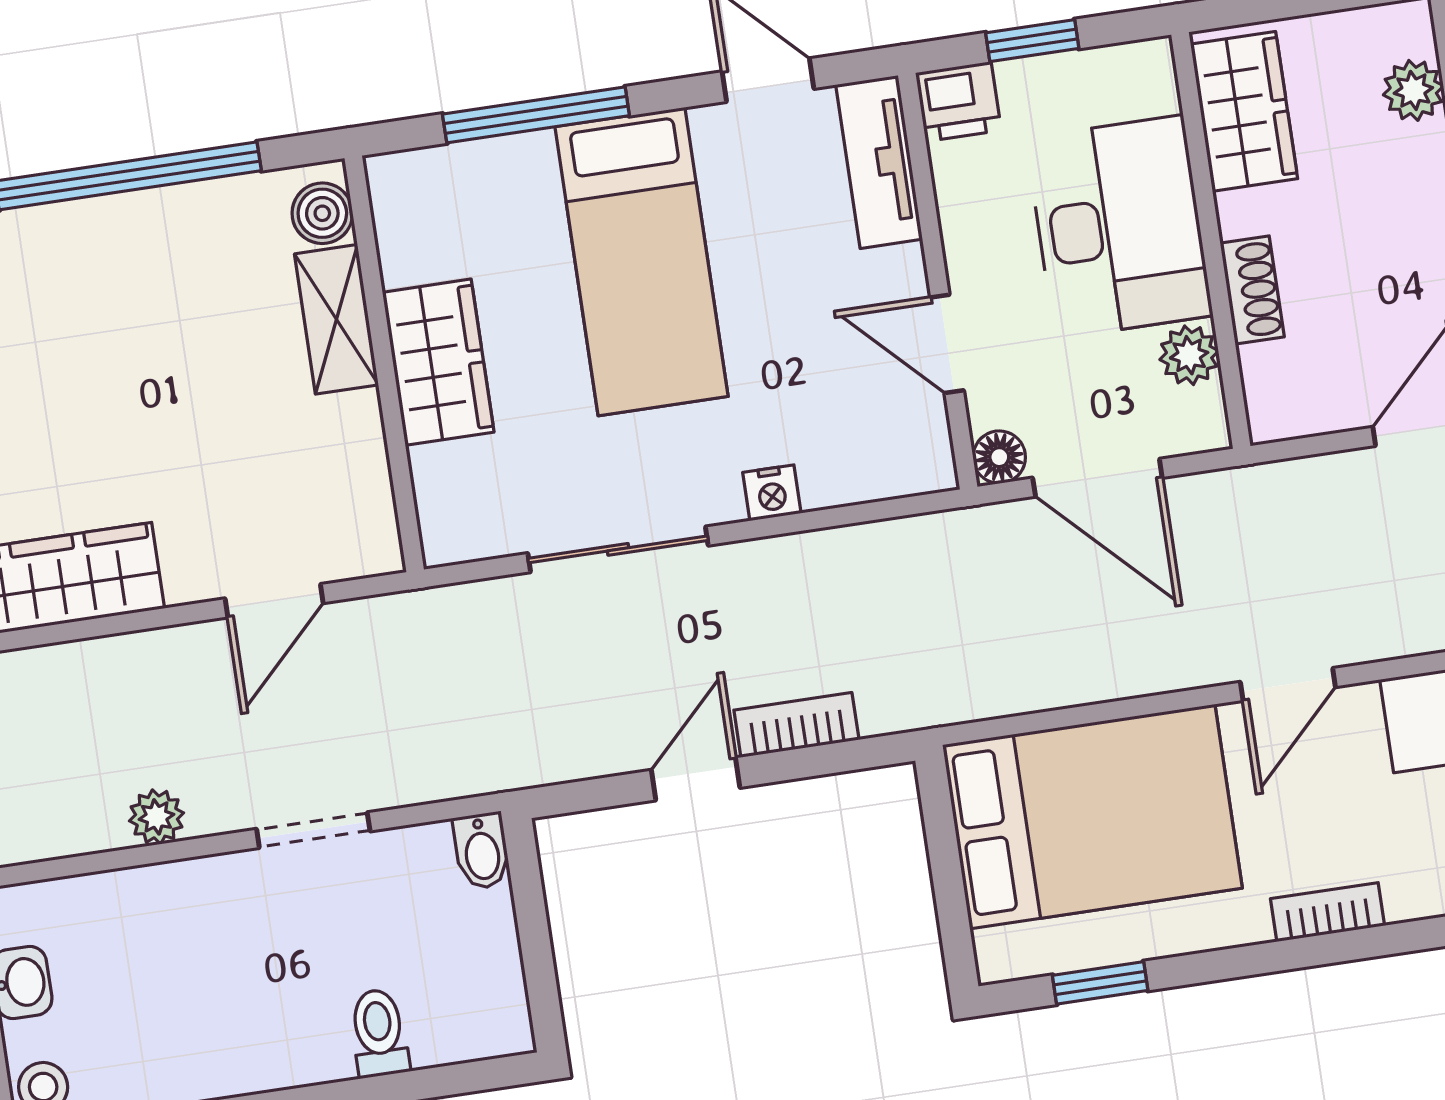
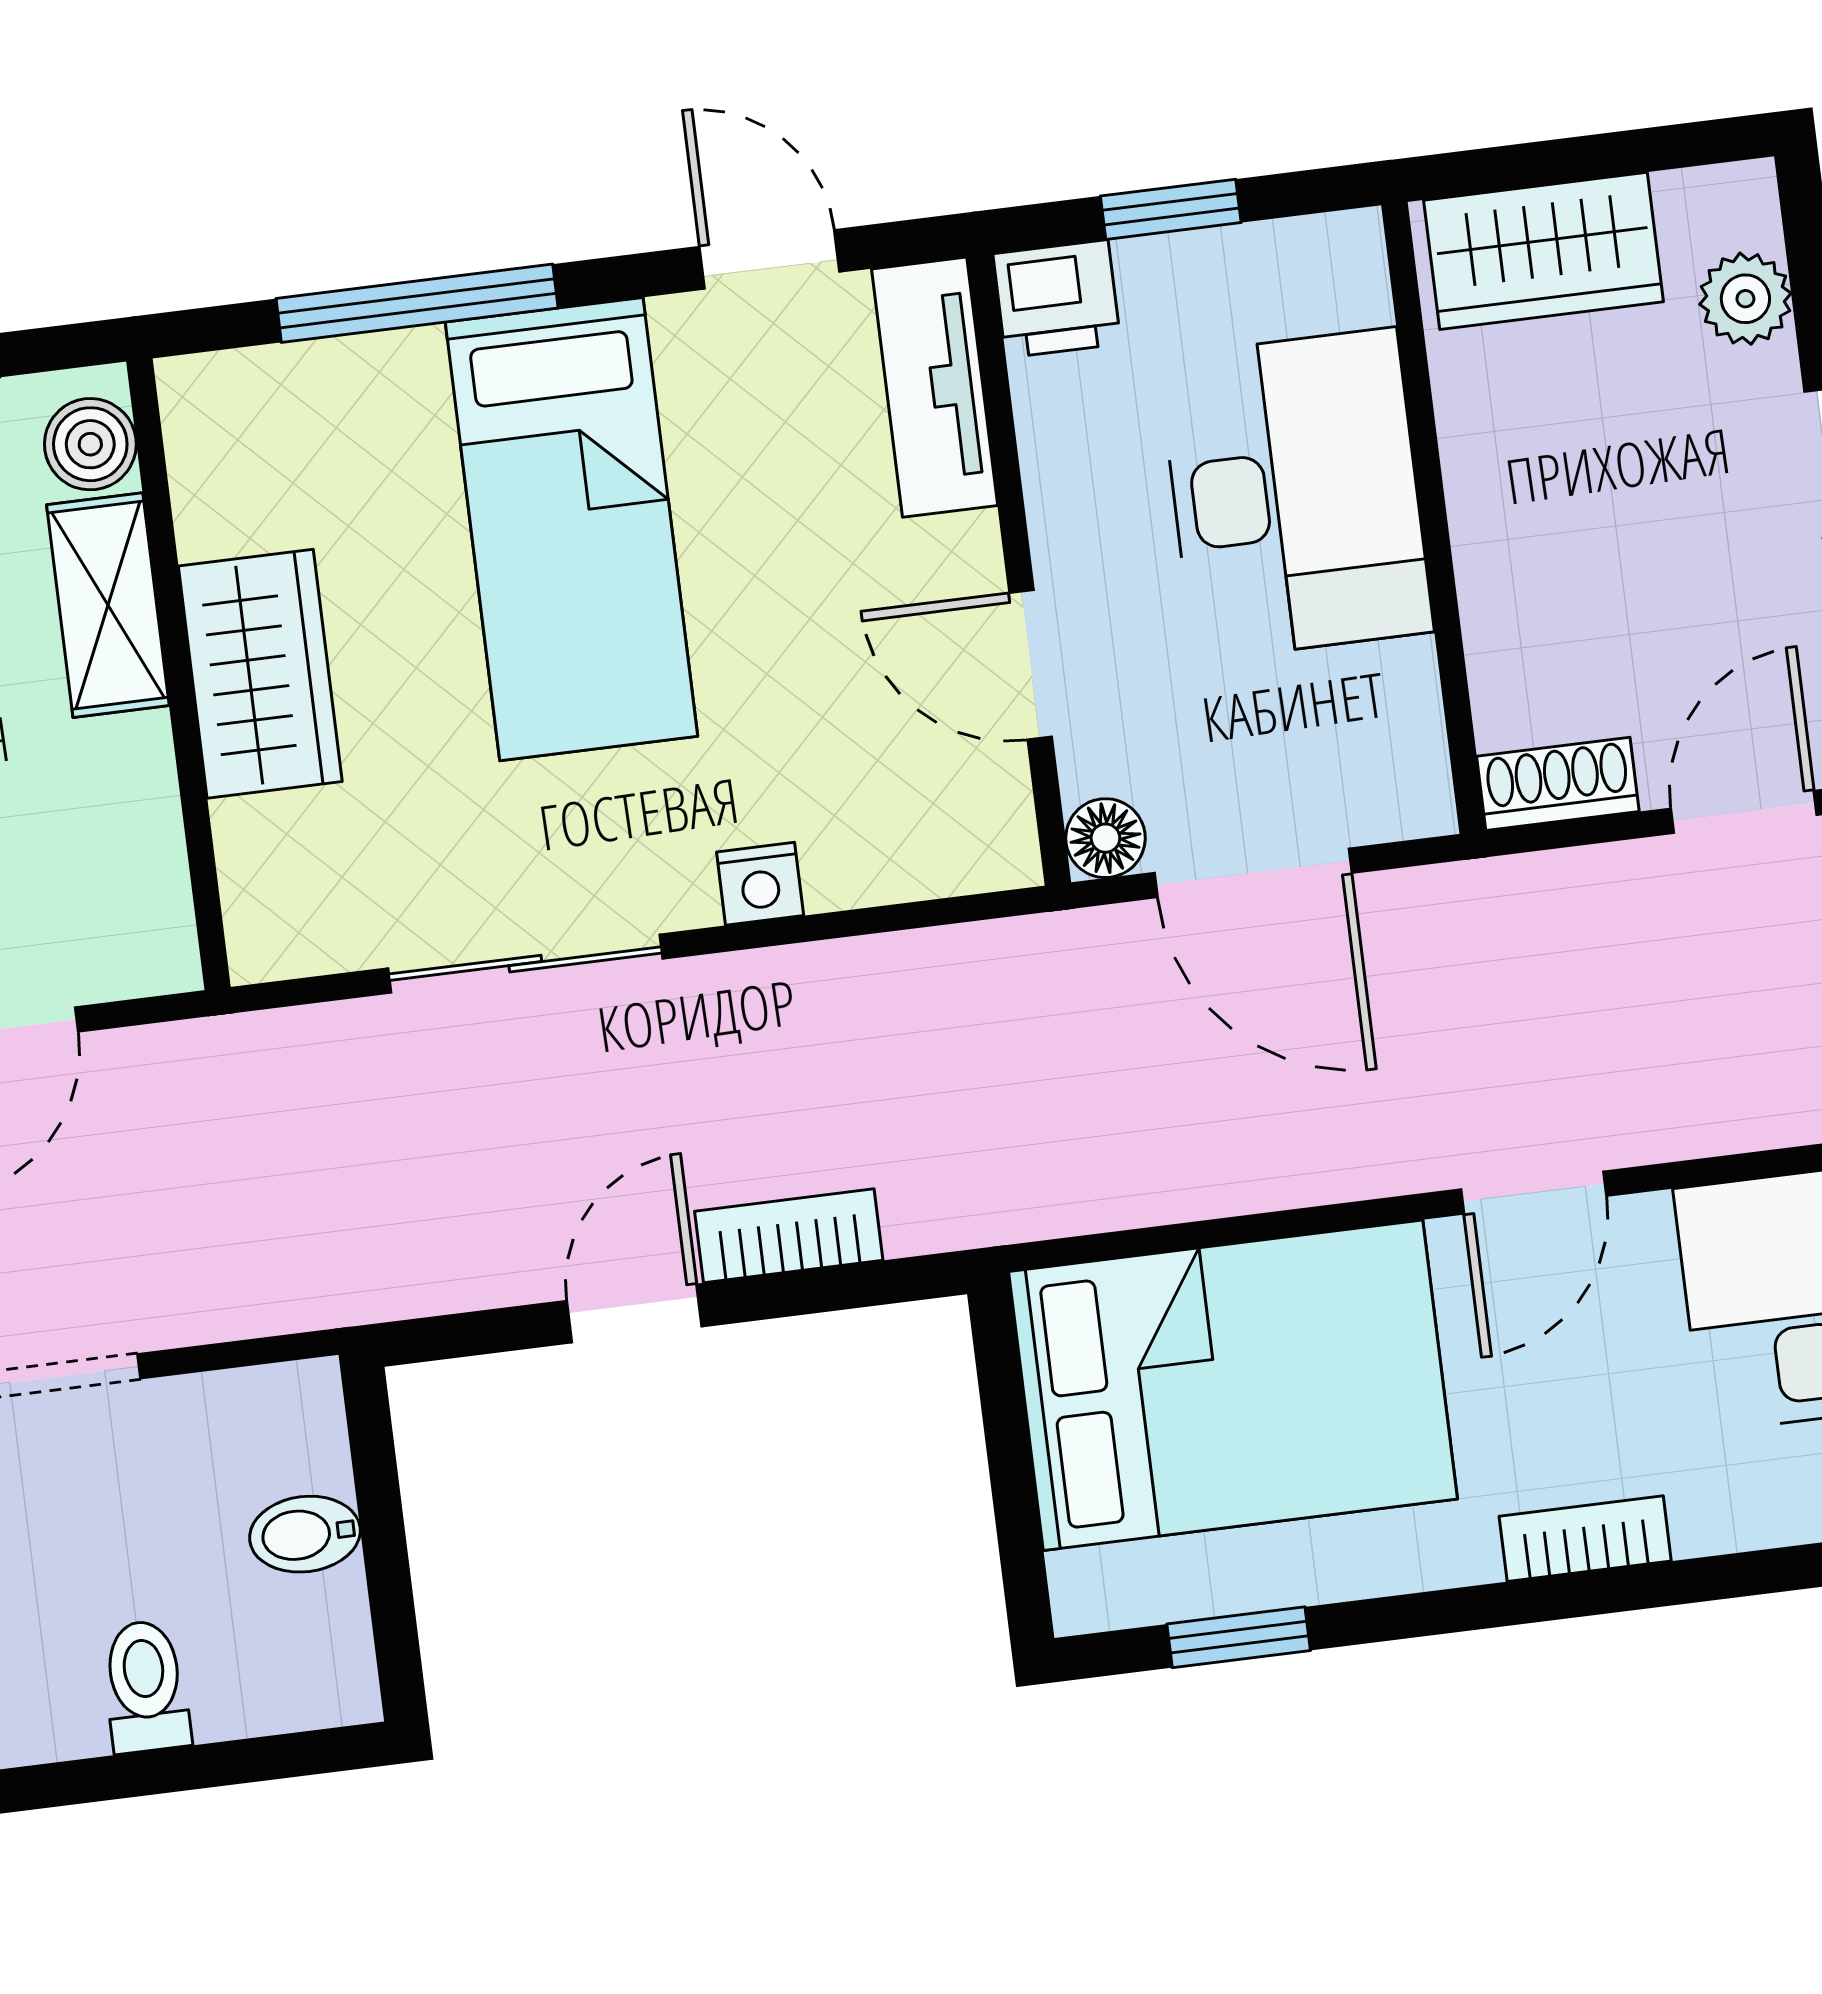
wardrobe: (1244, 111) -> (1544, 251), moved, turned 90
shoe rack: (1252, 290) -> (1558, 784), moved, turned -90
plant: (1189, 355) -> (1396, 691), removed
bidet: (482, 851) -> (305, 1534), moved, turned 90

